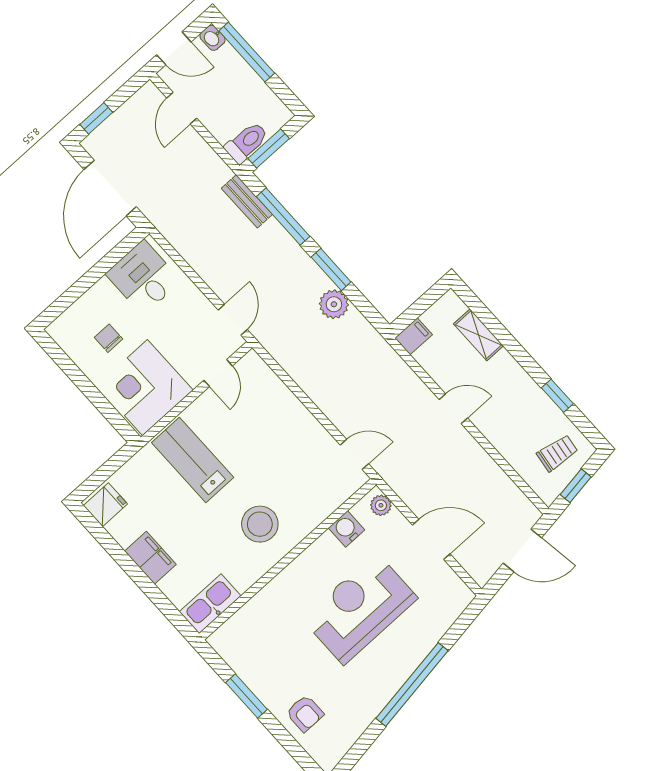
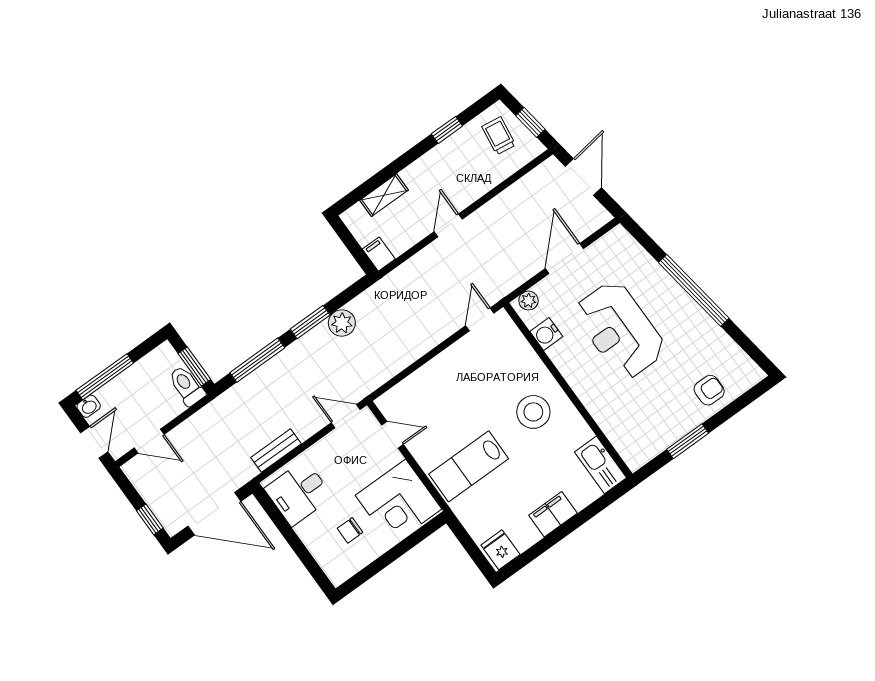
bench: (247, 201) -> (276, 451), moved

